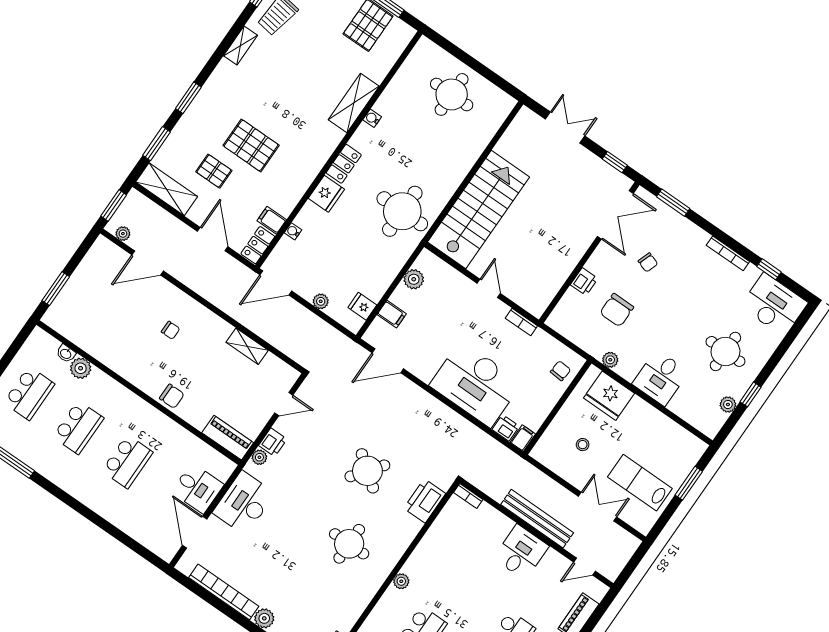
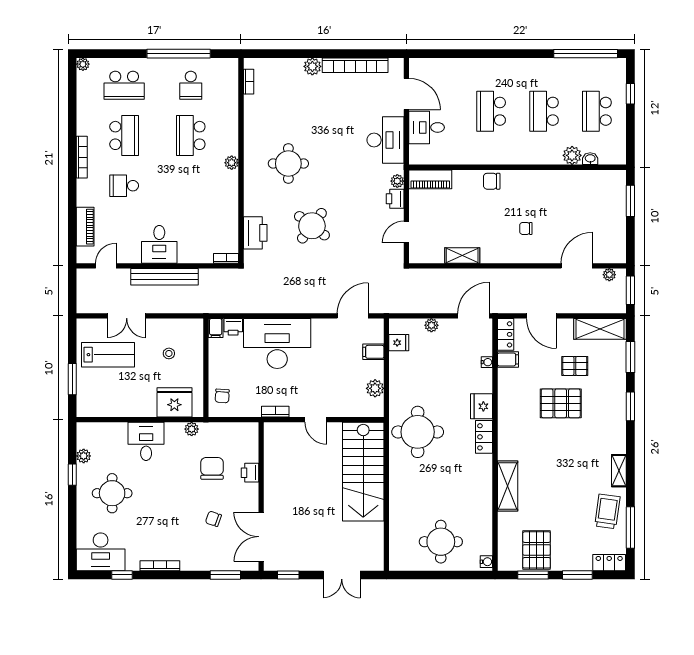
water cooler: (372, 118) -> (486, 562), moved

